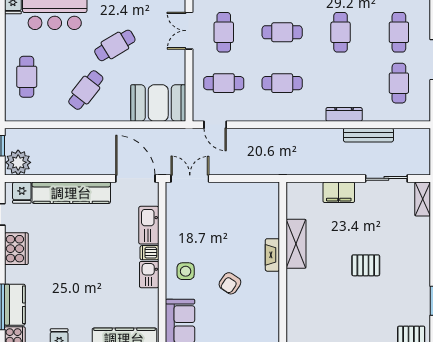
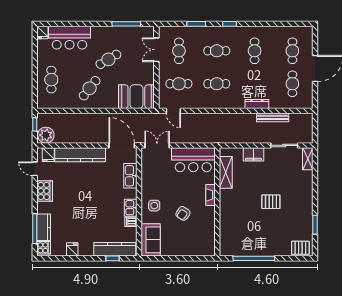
bar counter: (246, 200) -> (193, 160), added
shelving: (296, 244) -> (226, 172), moved
dishwasher: (149, 253) -> (131, 222), moved

